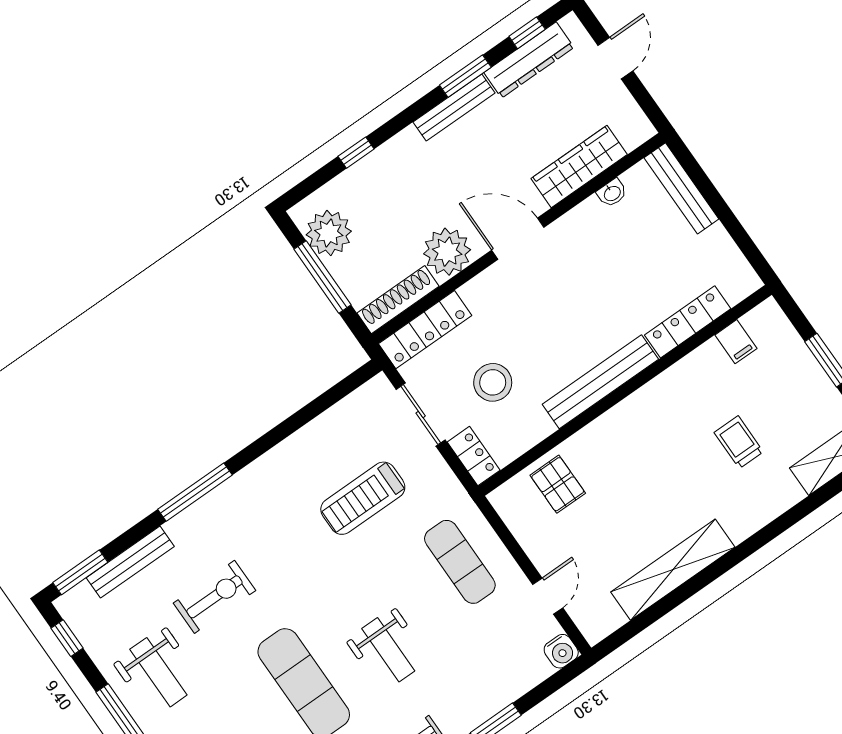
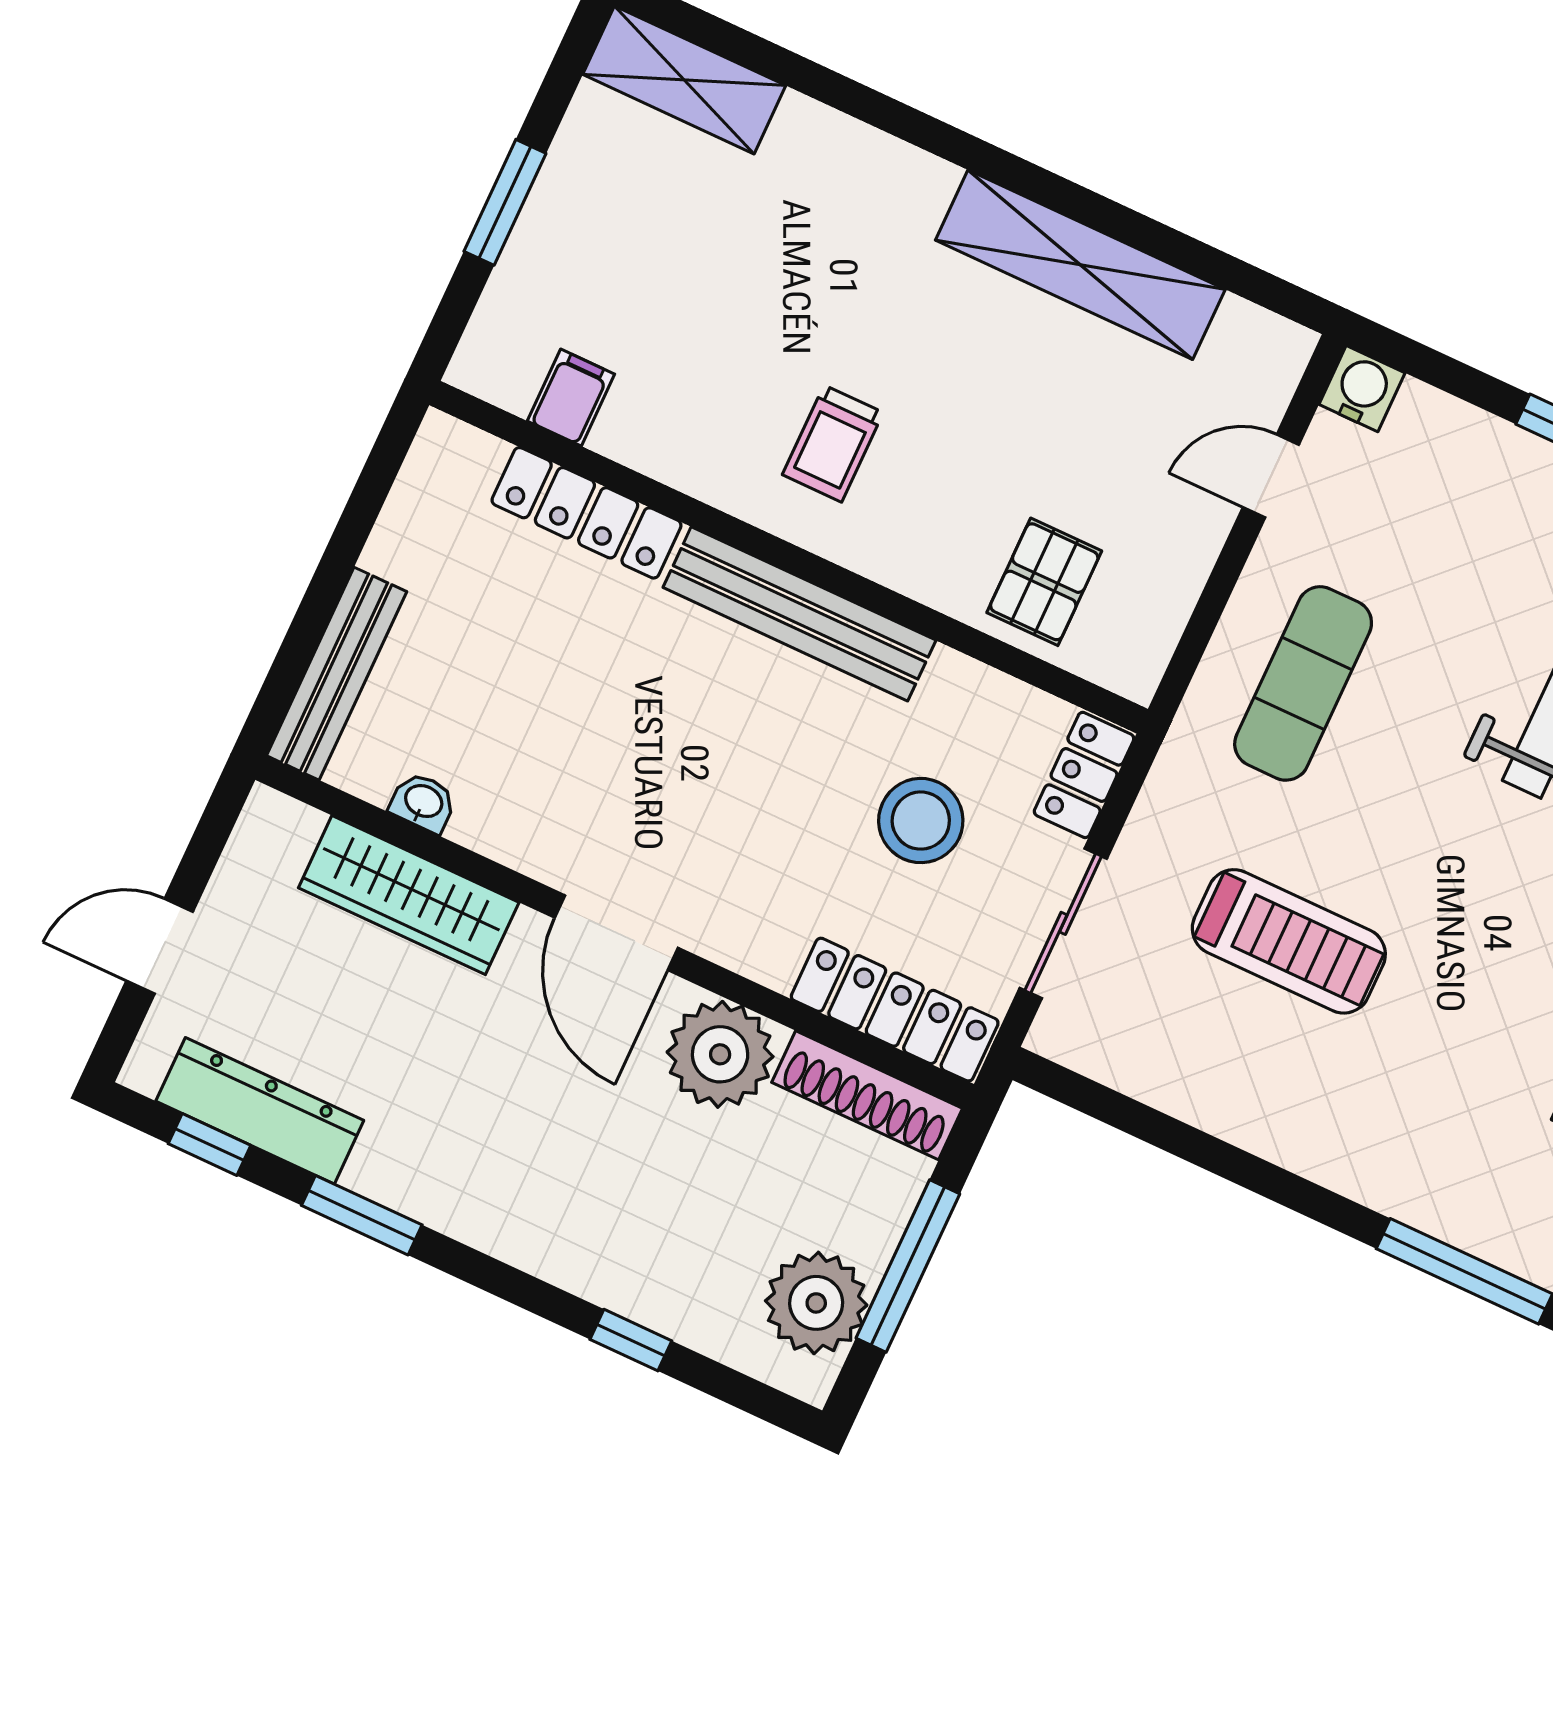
bench: (454, 107) -> (435, 1202), removed
trolley: (739, 442) -> (833, 444), moved

